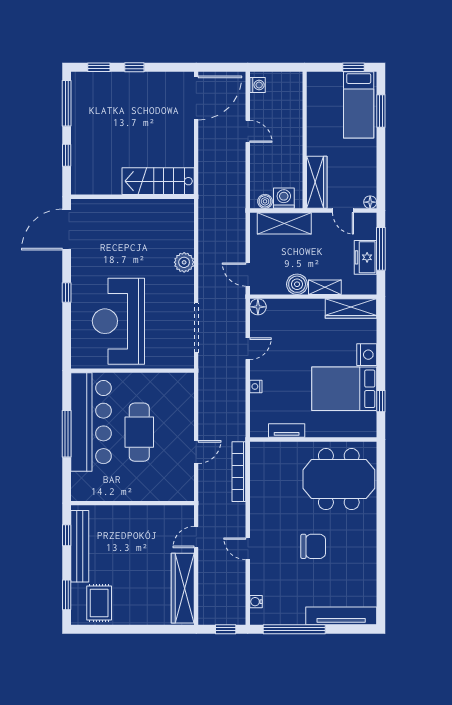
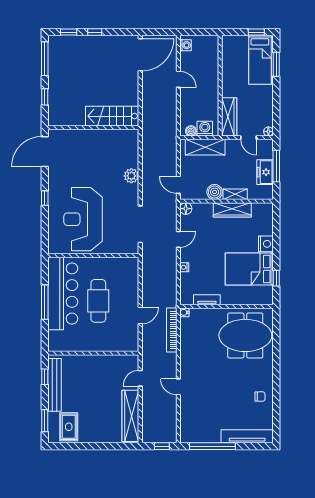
wardrobe: (351, 309) -> (232, 210), moved
chair: (313, 546) -> (260, 397), moved, width x0.54, depth x0.54
water cooler: (256, 602) -> (184, 312), moved

